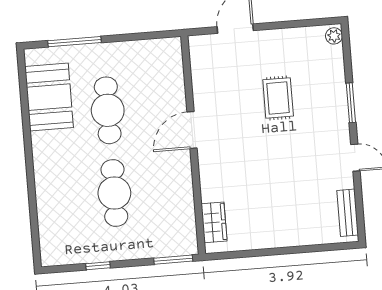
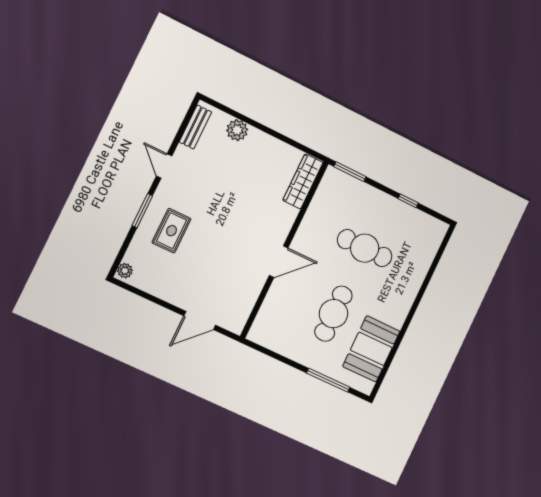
rug: (278, 98) -> (171, 231), moved
cafe table: (114, 193) -> (365, 248), turned 90
wardrobe: (214, 222) -> (303, 181), width x1.50
plant: (306, 234) -> (237, 130), added

